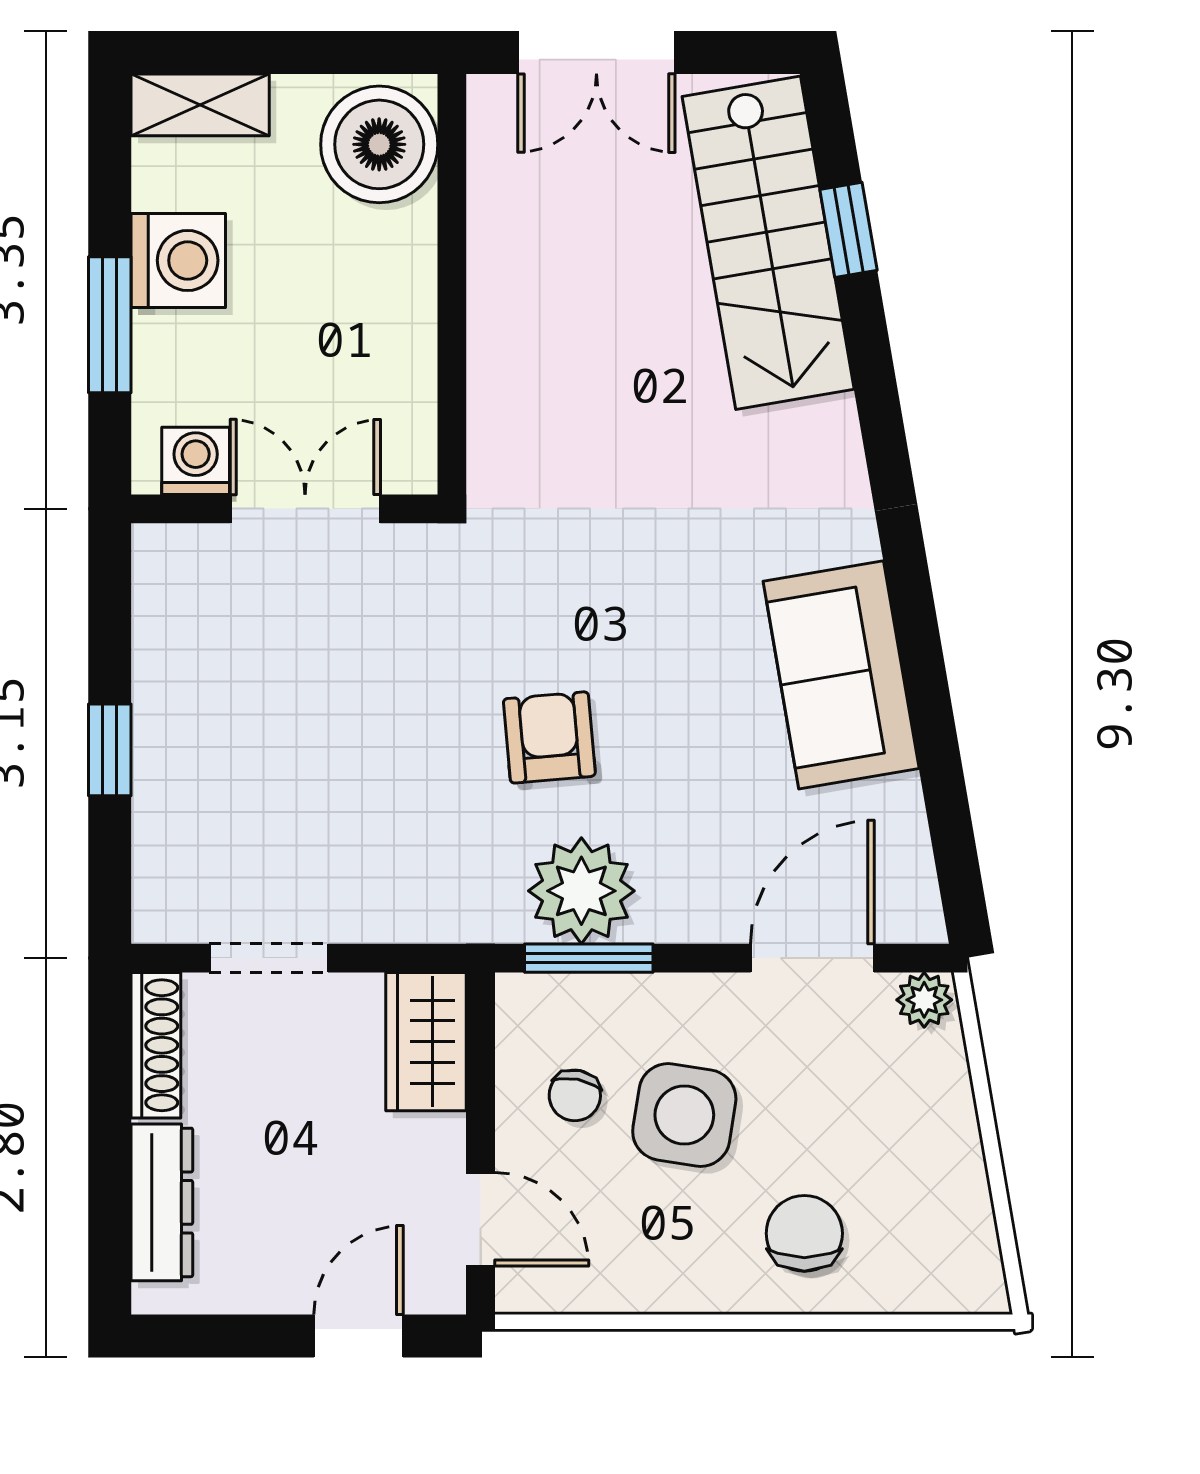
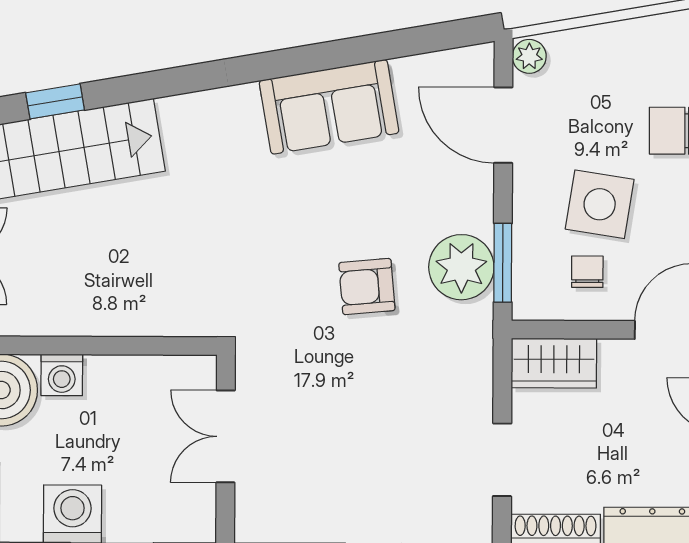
washing machine: (196, 461) -> (62, 375), moved, turned -90
chair: (575, 1095) -> (587, 272), turned -101

